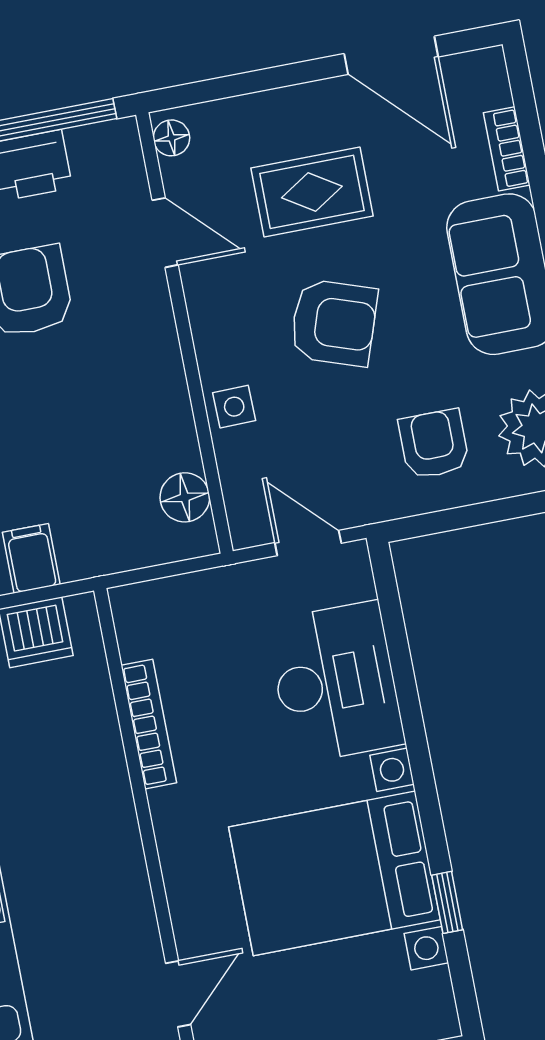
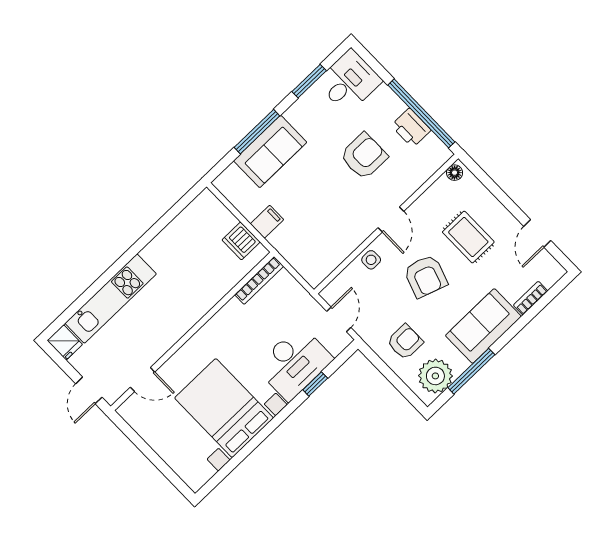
door: (391, 55) -> (537, 233), width x0.73
door: (165, 233) -> (391, 219), moved
floor lamp: (185, 497) -> (326, 263), removed
bookcase: (149, 724) -> (259, 280), moved
window: (447, 902) -> (315, 384), moved

